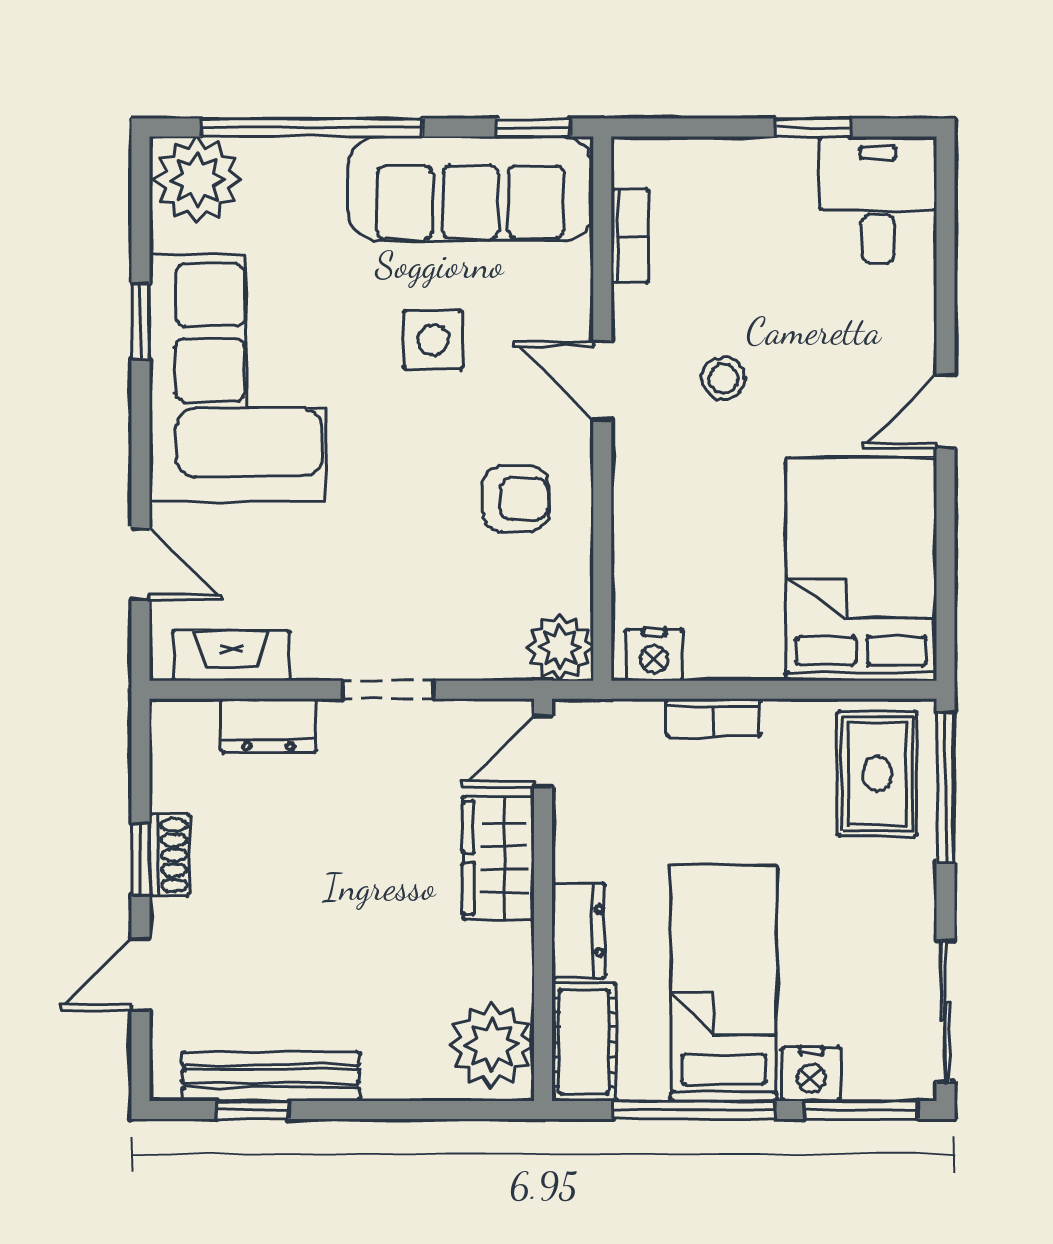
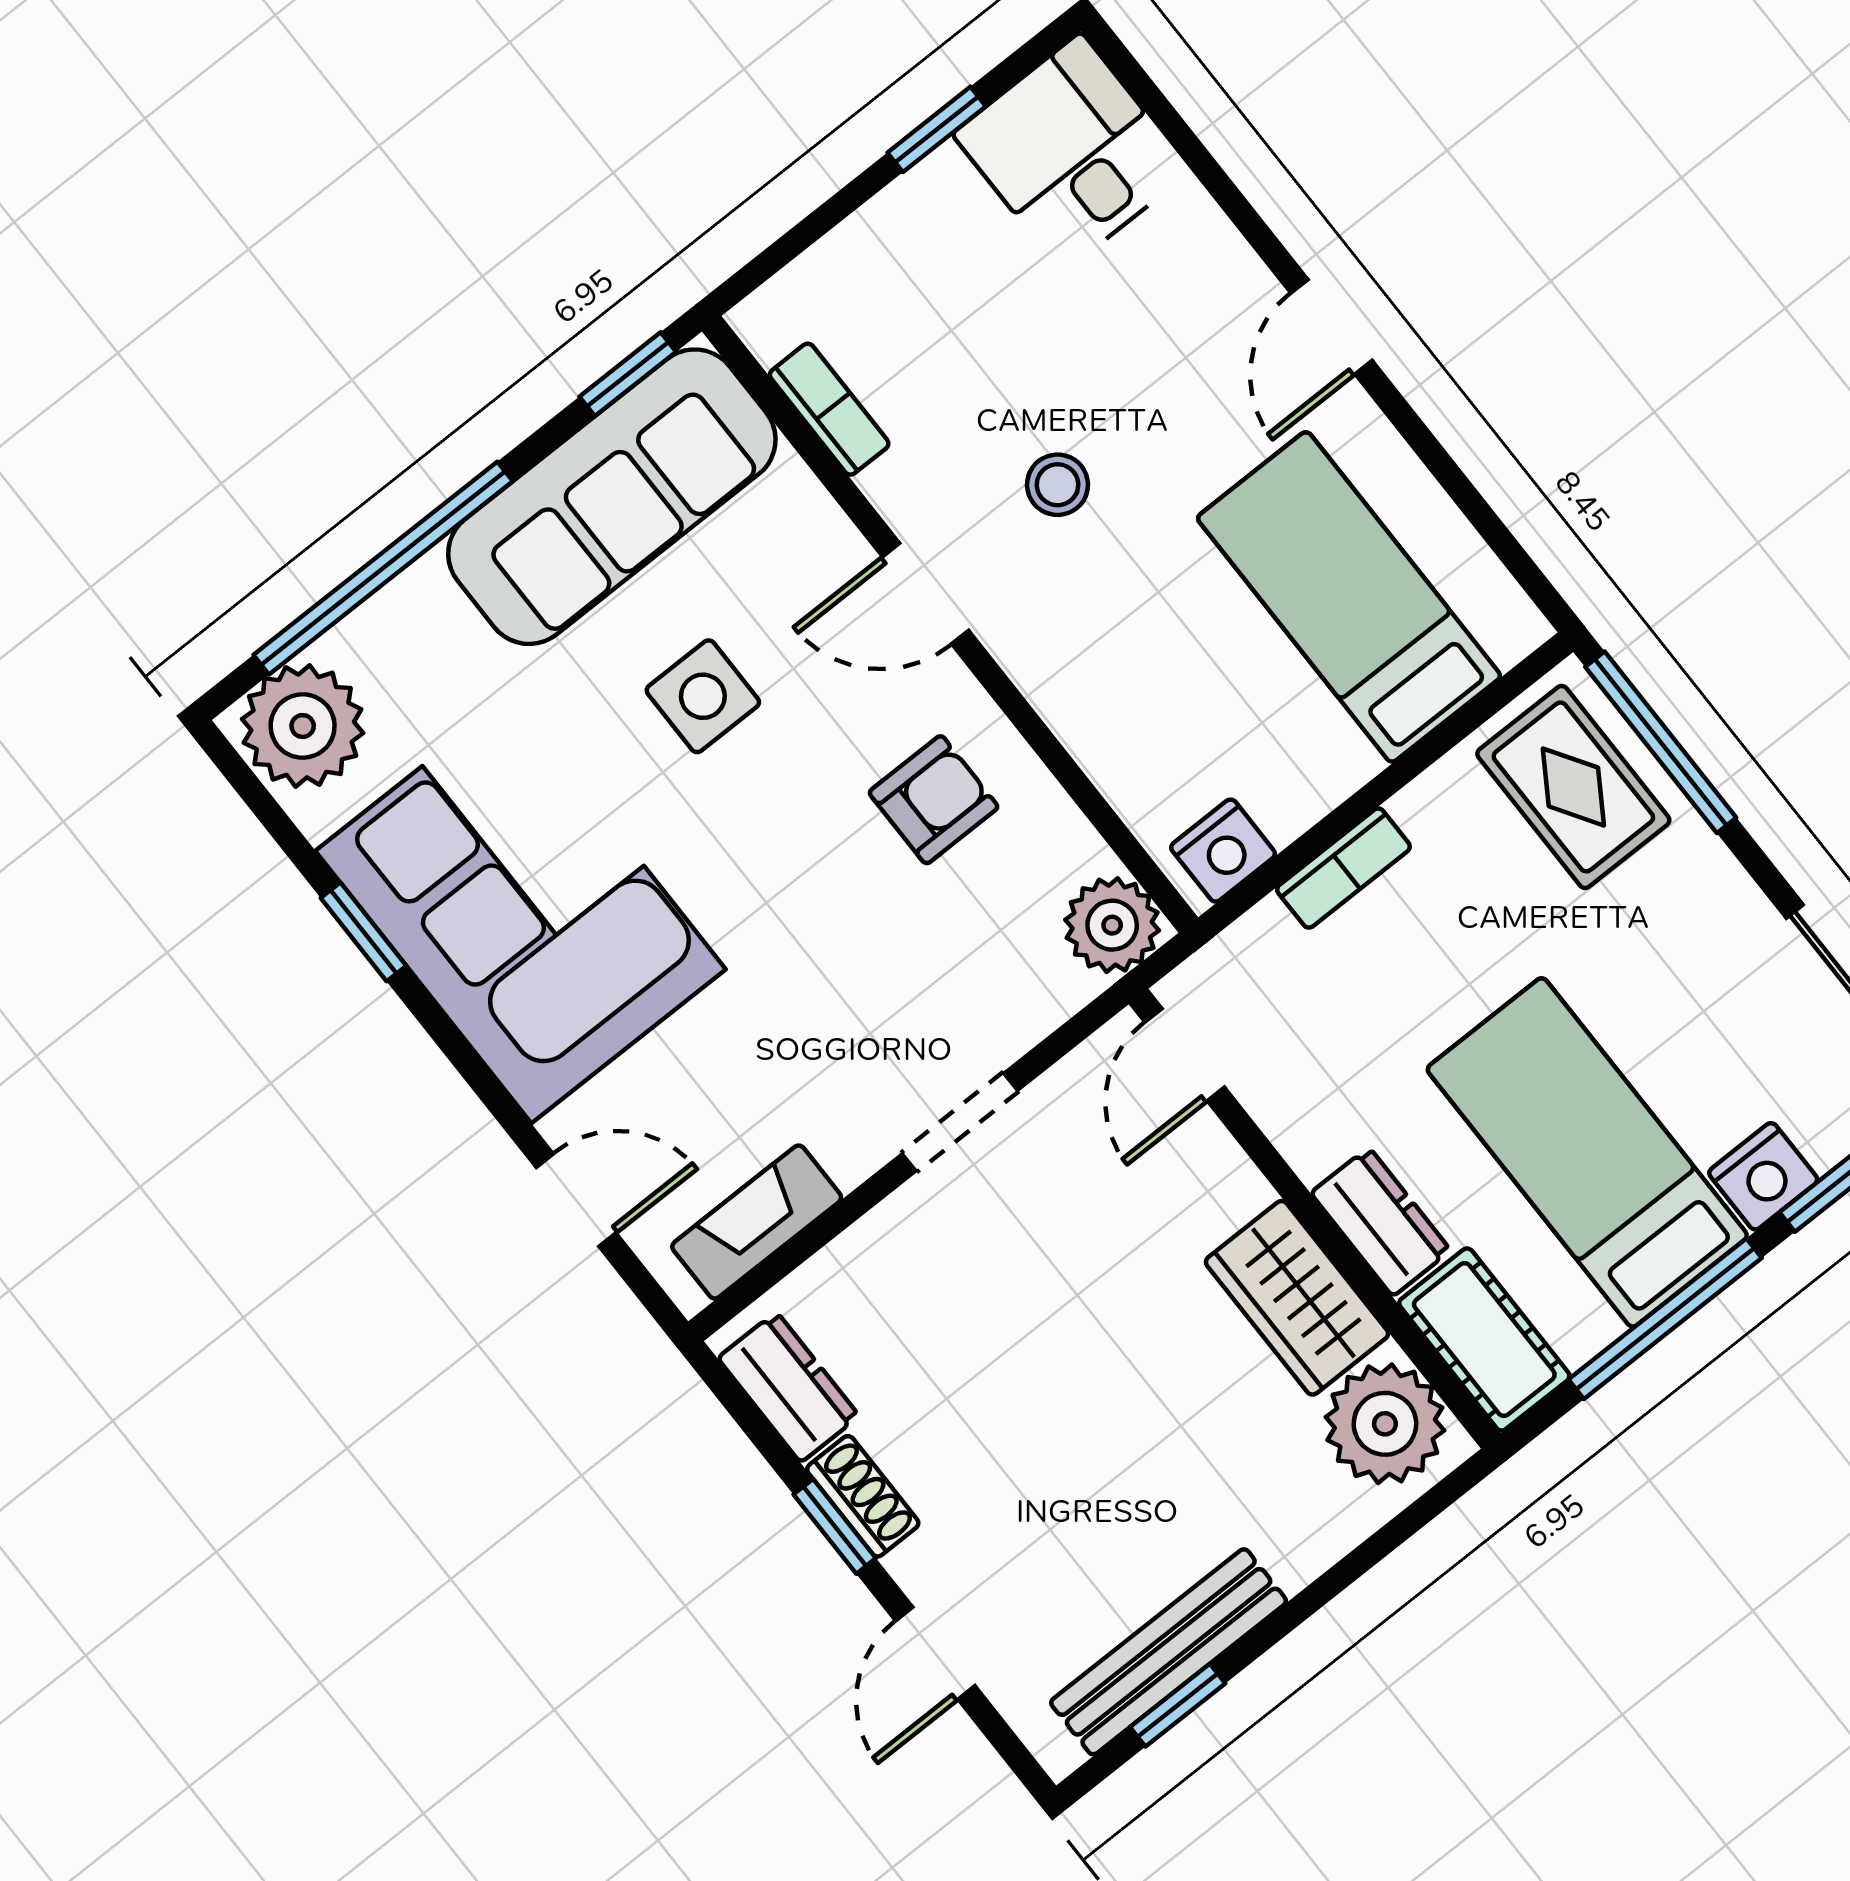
bed: (861, 569) -> (1349, 597), width x0.67
dresser: (269, 725) -> (788, 1387), moved, turned -90
wardrobe: (498, 858) -> (1297, 1298), moved

